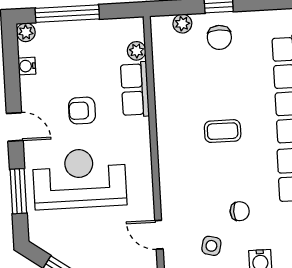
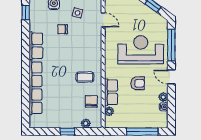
plant: (26, 32) -> (163, 97), moved
chair: (219, 37) -> (91, 101), moved
coffee table: (223, 131) -> (85, 77), moved
reception desk: (80, 179) -> (141, 50), turned 180
window: (18, 191) -> (171, 45), width x1.44

